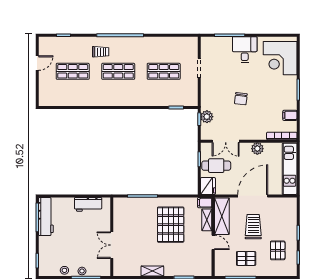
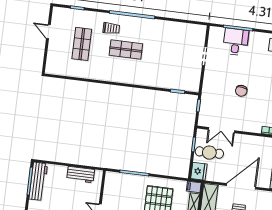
desk: (245, 50) -> (236, 42), moved
door: (37, 63) -> (48, 32), swing flipped
shop shelf: (73, 71) -> (82, 44), turned 90
shop shelf: (164, 71) -> (170, 55), removed
plant: (207, 117) -> (206, 104), removed
plant: (257, 149) -> (251, 141), removed

